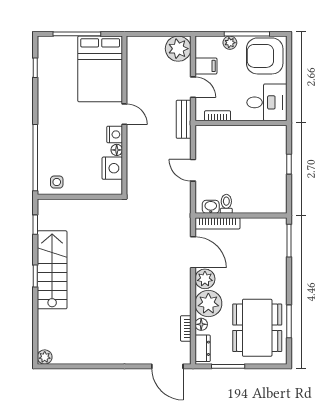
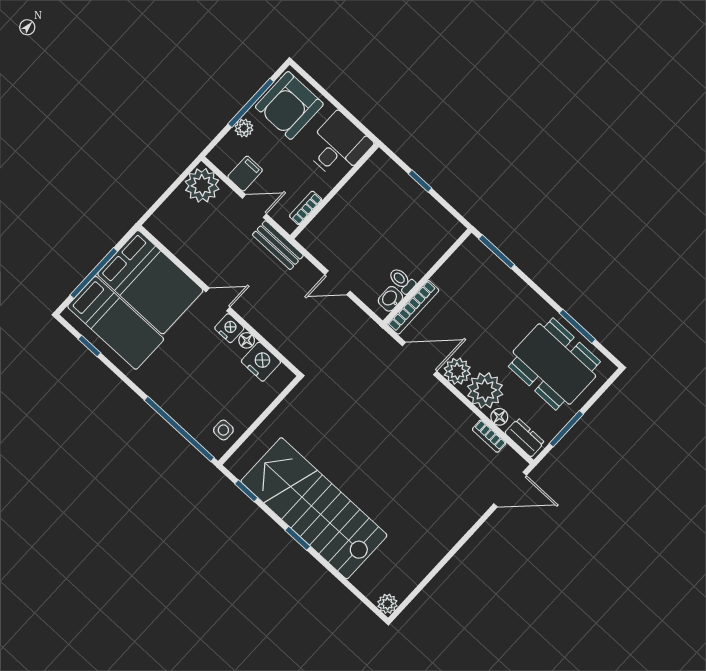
bed: (61, 70) -> (116, 323), added
stairs: (52, 270) -> (314, 508), width x1.36, depth x1.51

